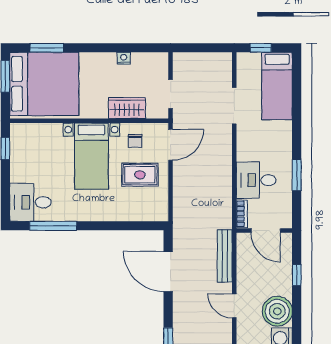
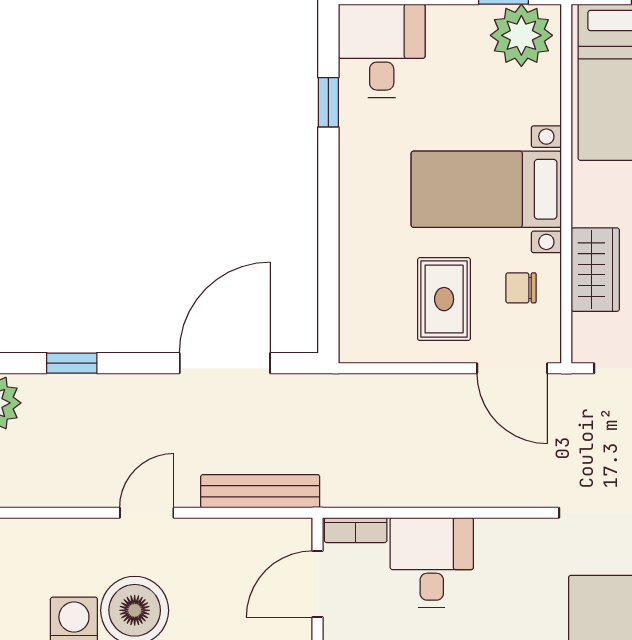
plant: (24, 141) -> (521, 35), added
window: (53, 226) -> (328, 102), width x0.46

